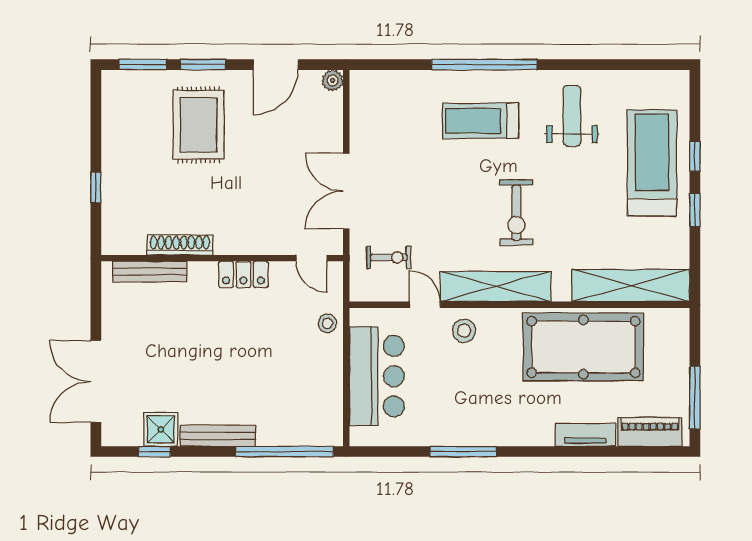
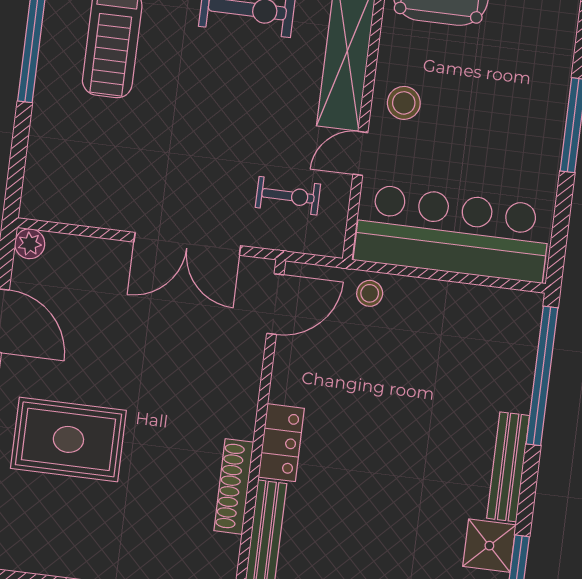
door: (312, 258) -> (275, 304), width x1.37
exercise bike: (389, 258) -> (288, 196), turned 90
locker: (243, 274) -> (281, 443), moved
bar counter: (377, 376) -> (452, 233), width x1.36

